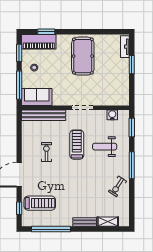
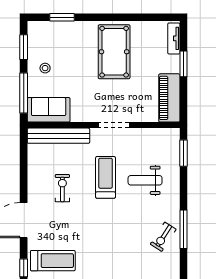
piano: (39, 42) -> (169, 98), moved, turned 90
water cooler: (112, 115) -> (156, 135), removed
window: (132, 165) -> (183, 229), moved

